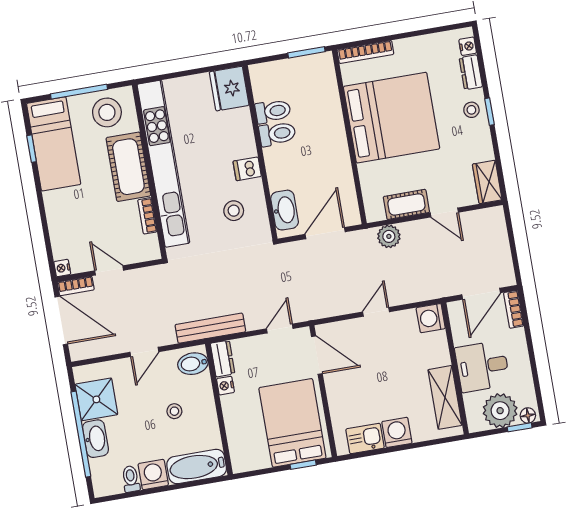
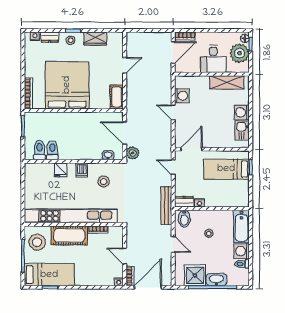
fridge: (229, 89) -> (61, 170), moved, width x0.53, depth x0.75
toilet: (277, 134) -> (39, 150), moved
wardrobe: (487, 182) -> (95, 39), moved
cot: (406, 204) -> (117, 97), moved
washbasin: (285, 210) -> (108, 155), width x0.52, depth x0.69
plant: (389, 236) -> (133, 153), moved
door: (109, 270) -> (125, 256), hinge flipped
door: (481, 294) -> (173, 53), hinge flipped
washing machine: (431, 318) -> (182, 96), moved, turned -90
bed: (292, 423) -> (226, 169), width x0.67

